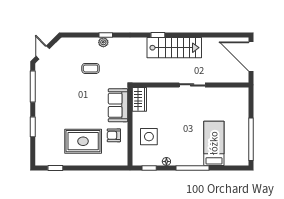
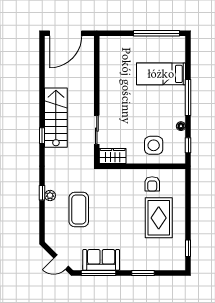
coffee table: (91, 68) -> (79, 210), width x1.86, depth x1.72
sliding door: (192, 85) -> (97, 130), moved
sofa: (118, 105) -> (101, 260), moved, turned 180

